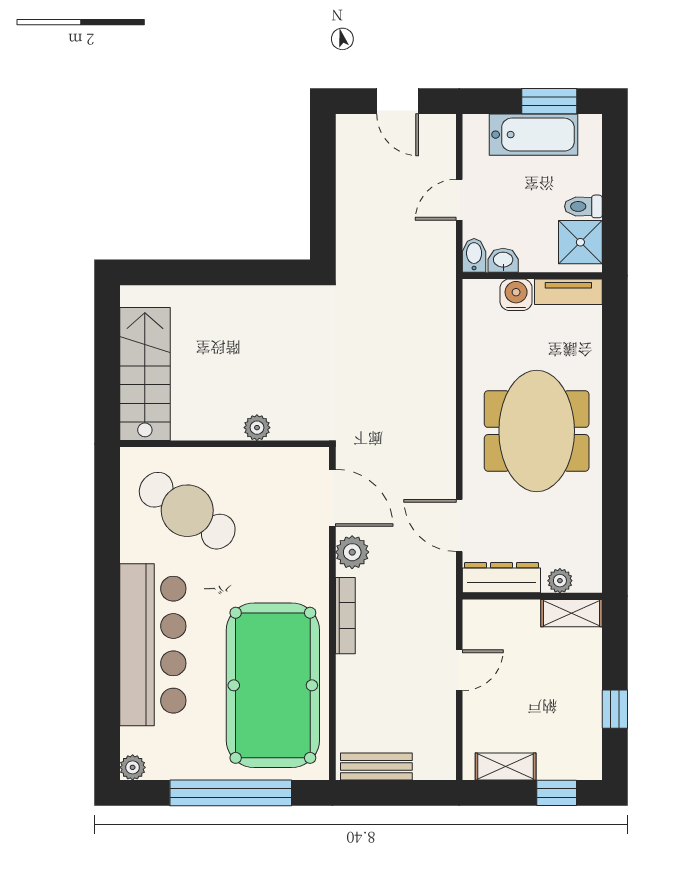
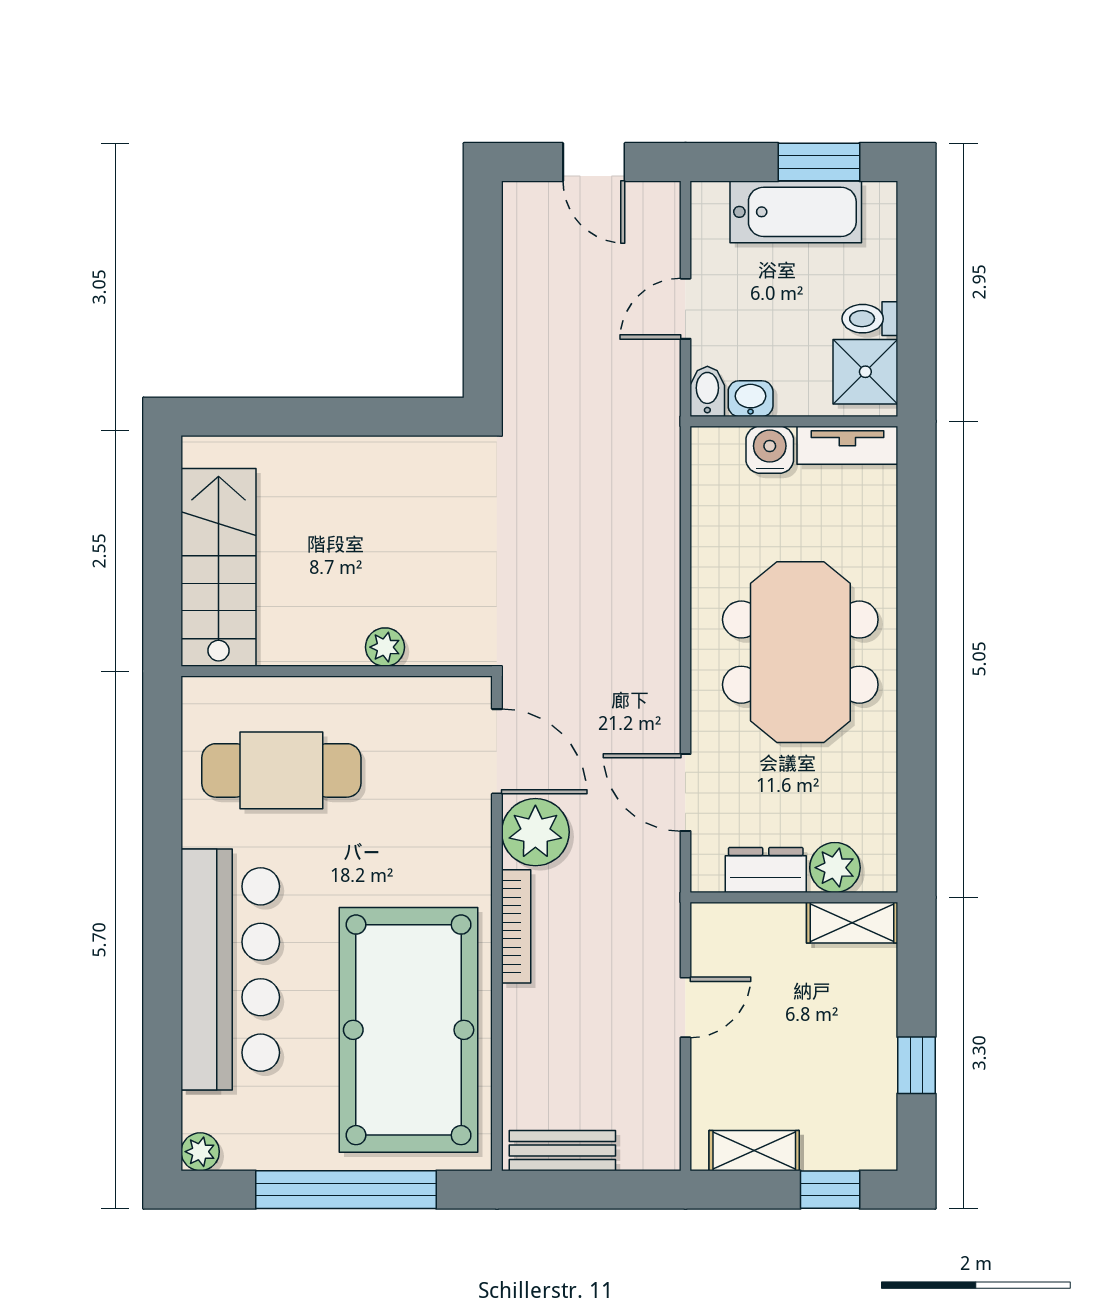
cafe table: (187, 511) -> (281, 770), turned -34
plant: (352, 552) -> (535, 832), width x1.36, depth x1.36
dresser: (501, 578) -> (766, 870), width x0.70
plant: (560, 581) -> (835, 868), width x1.38, depth x1.38

